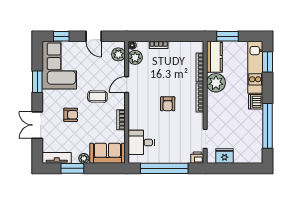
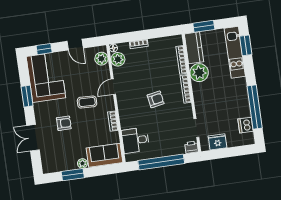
dishwasher: (256, 102) -> (246, 125), moved
armchair: (168, 104) -> (156, 99), turned -100
tv unit: (57, 158) -> (56, 167), removed

